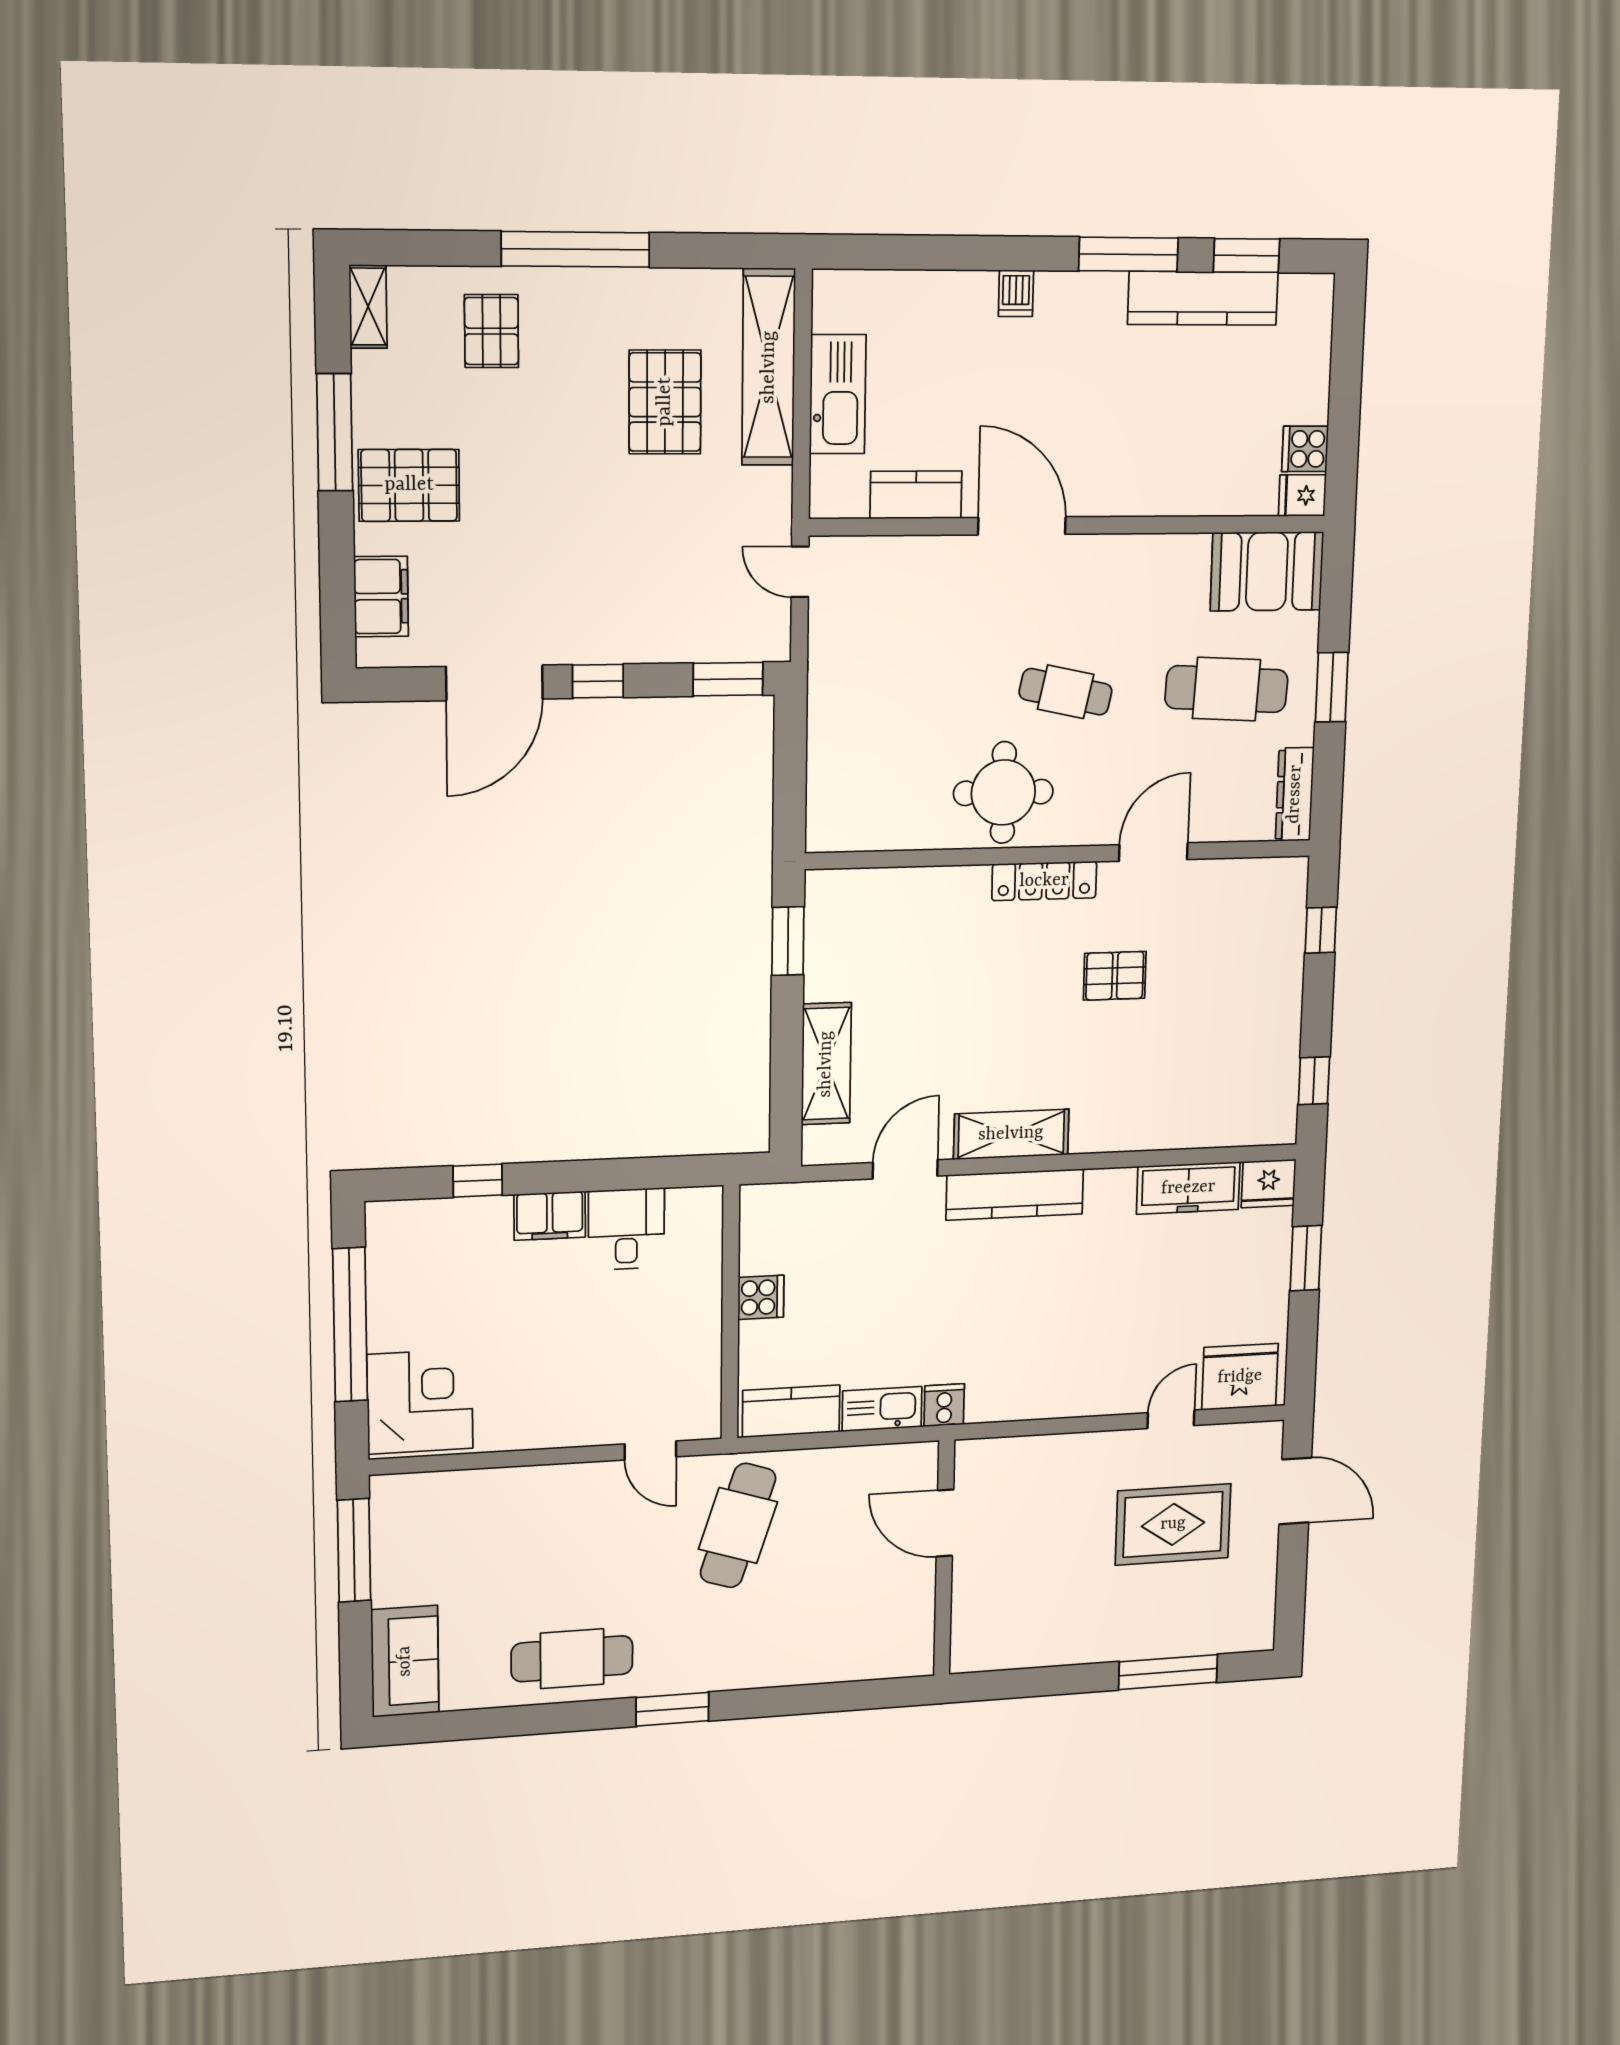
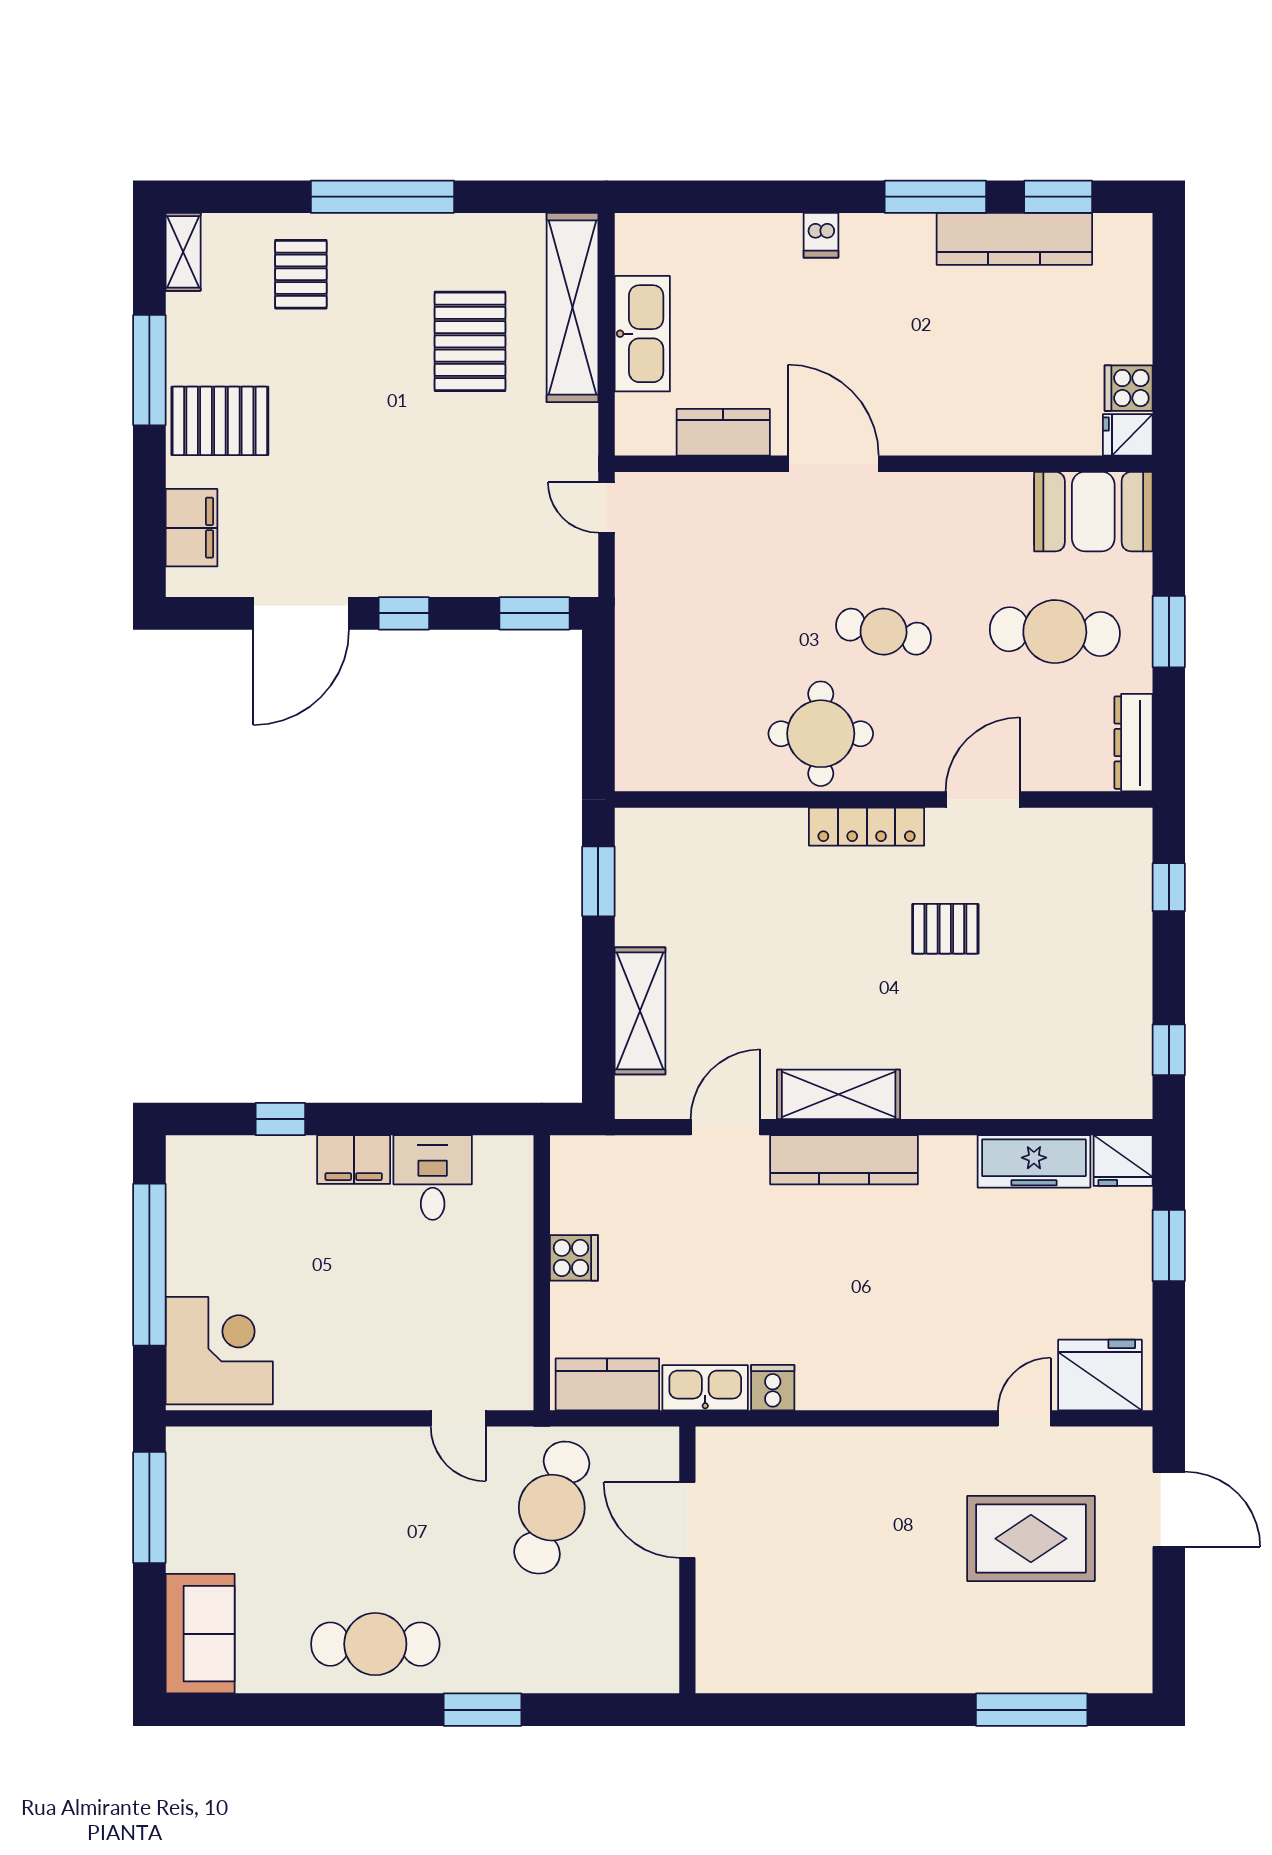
door: (945, 1523) -> (687, 1520), moved
wall: (944, 1558) -> (687, 1560), moved

